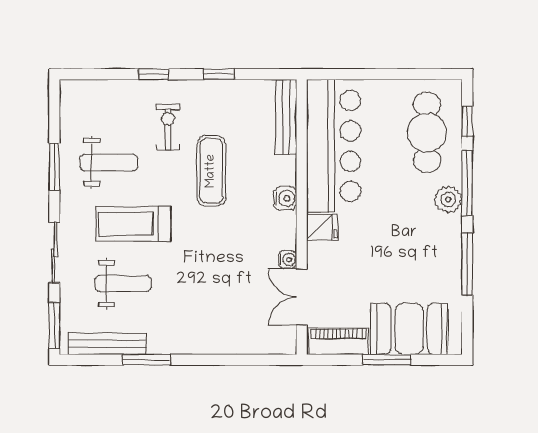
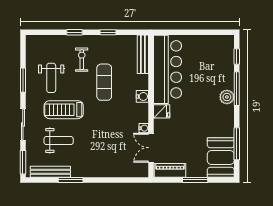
cafe table: (427, 132) -> (216, 62), removed
weight bench: (109, 162) -> (51, 78), turned 90
window: (467, 264) -> (237, 144), moved
booth: (409, 329) -> (221, 157), moved, turned 90

